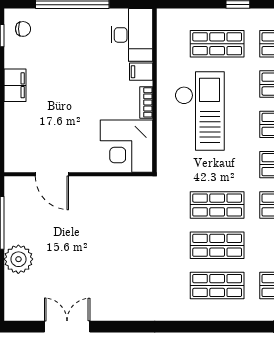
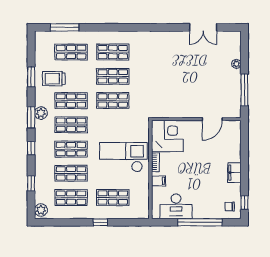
desk: (132, 35) -> (176, 206), moved, turned -90
checkout: (200, 111) -> (123, 157), turned 90
door: (52, 174) -> (212, 119), swing flipped
plant: (18, 259) -> (236, 64), width x0.53, depth x0.53

